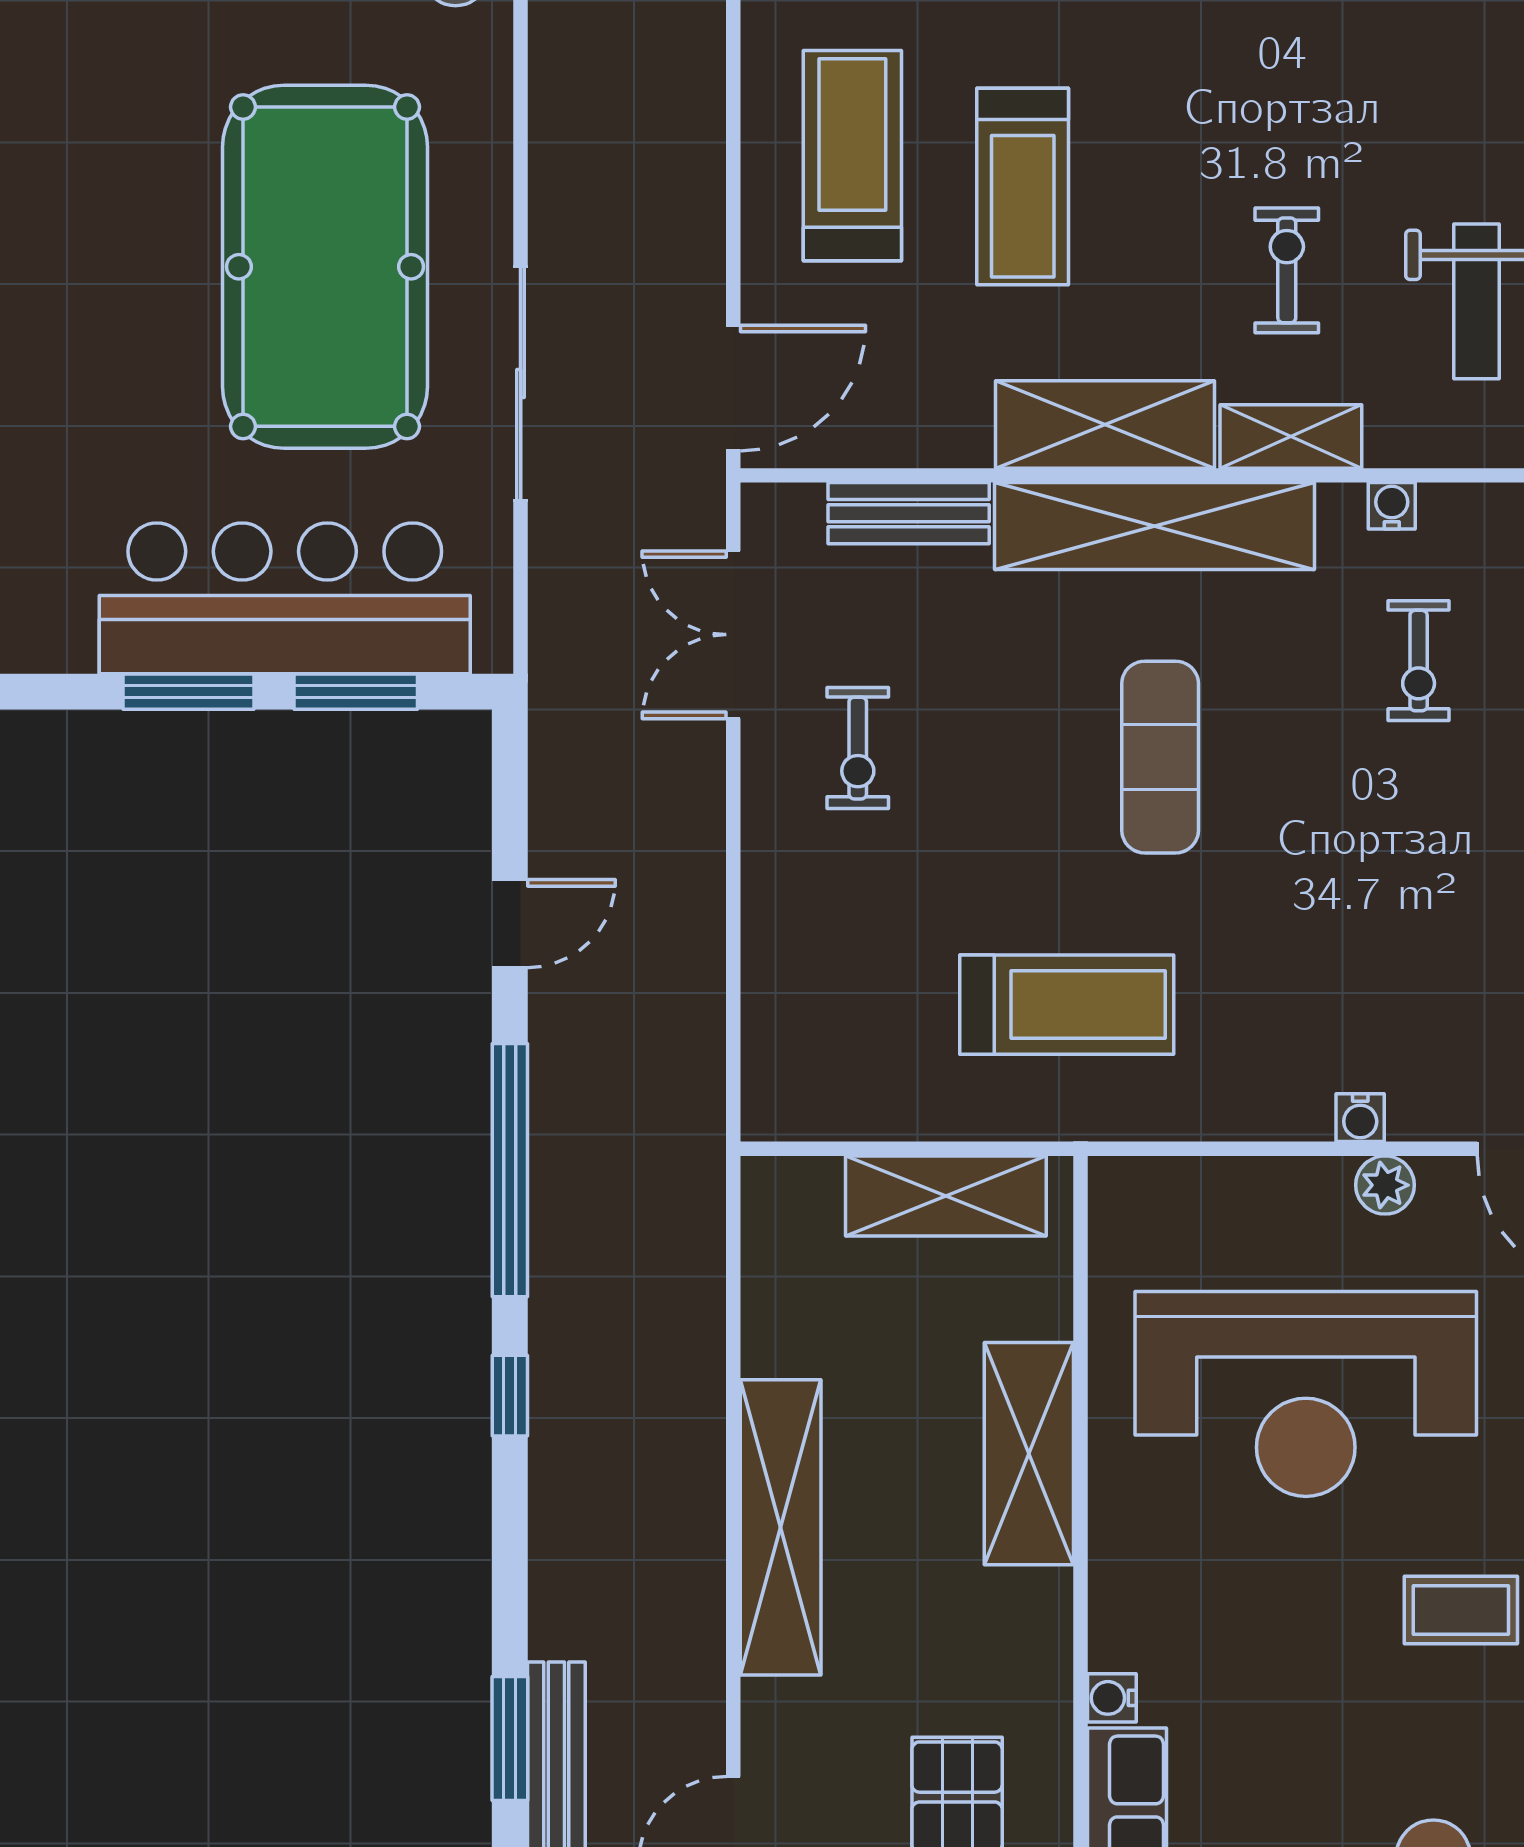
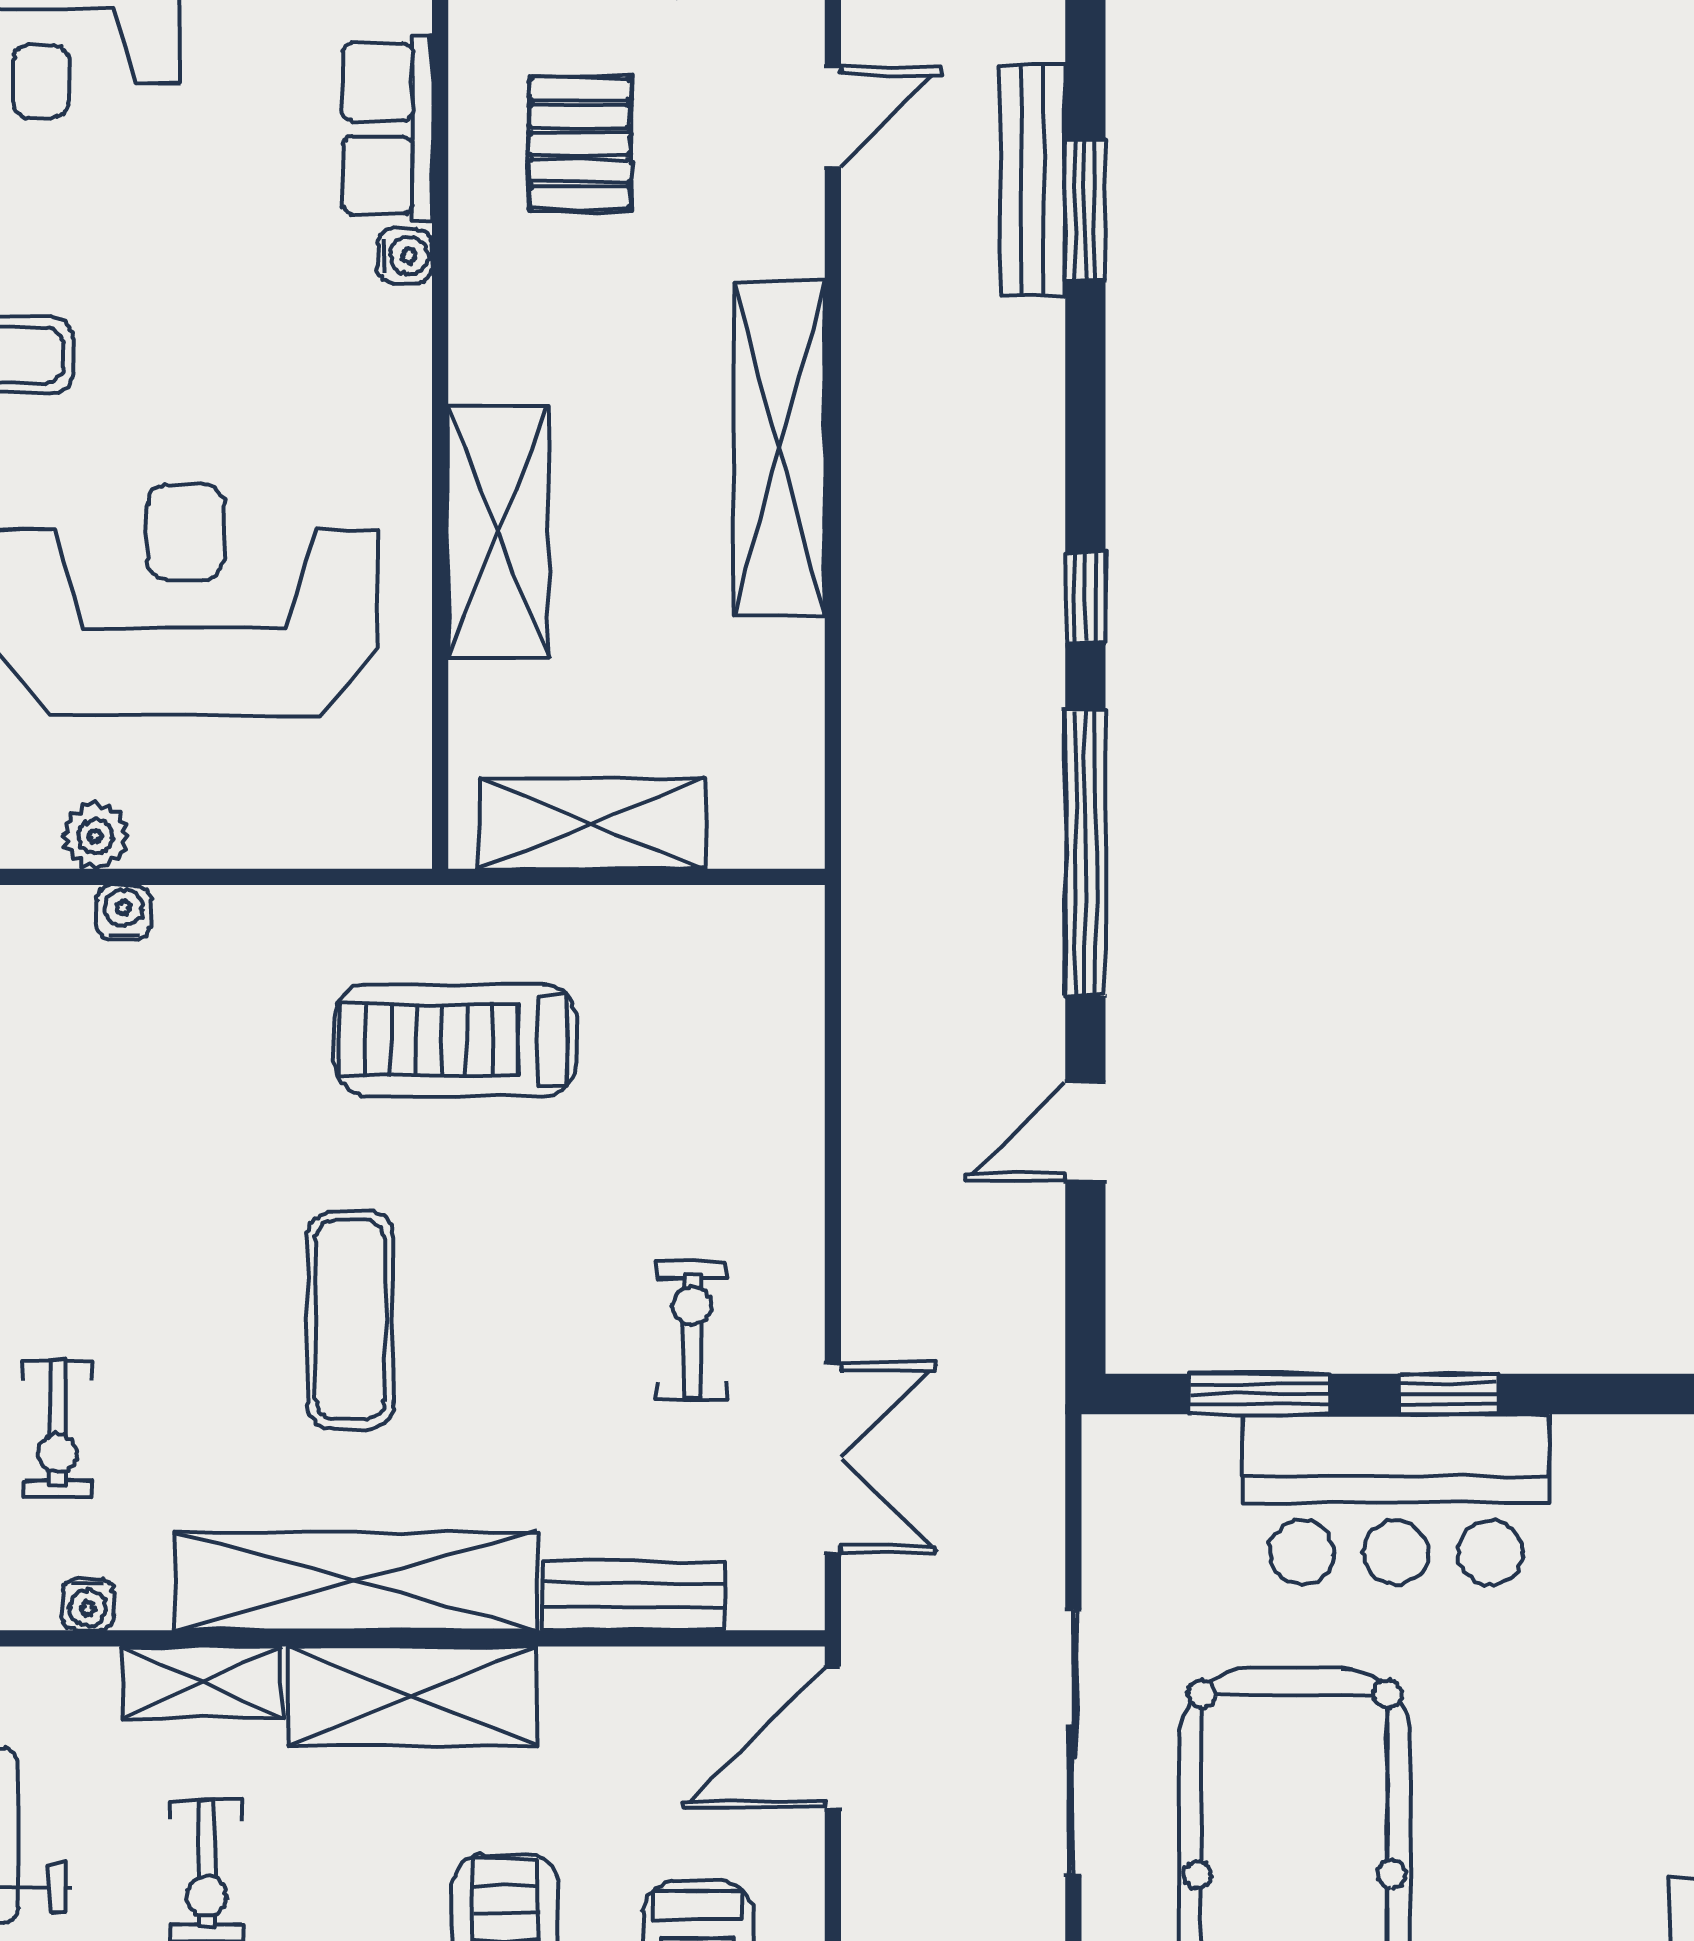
bar counter: (285, 598) -> (1396, 1499), width x0.73
exercise bike: (1419, 661) -> (58, 1429), turned 180
window: (188, 692) -> (1449, 1394), width x0.67

